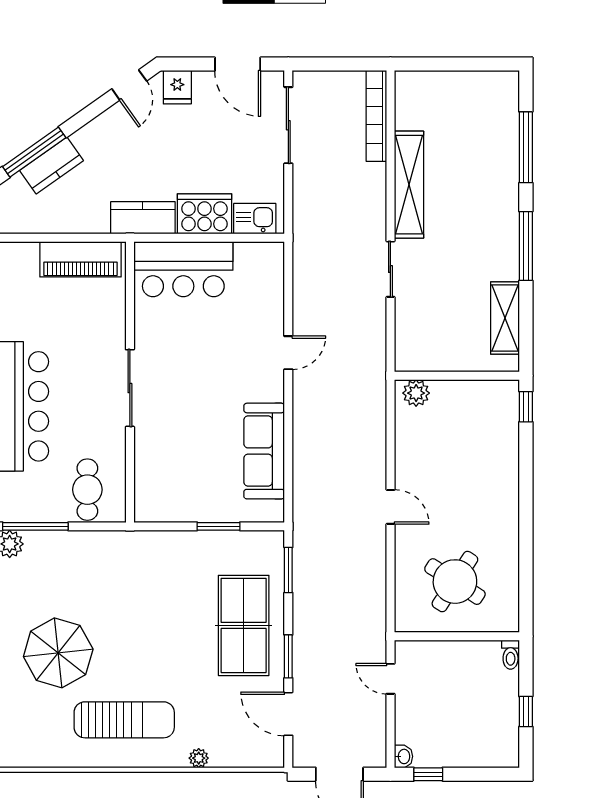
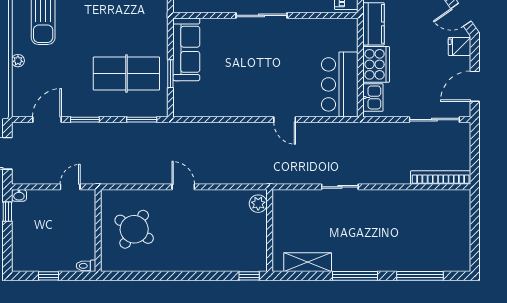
shelving: (409, 185) -> (395, 199), removed
bar counter: (183, 269) -> (340, 84), moved
sofa: (264, 451) -> (186, 49), moved, turned 90
door: (390, 507) -> (183, 187), swing flipped
table tennis table: (244, 625) -> (126, 74), moved

